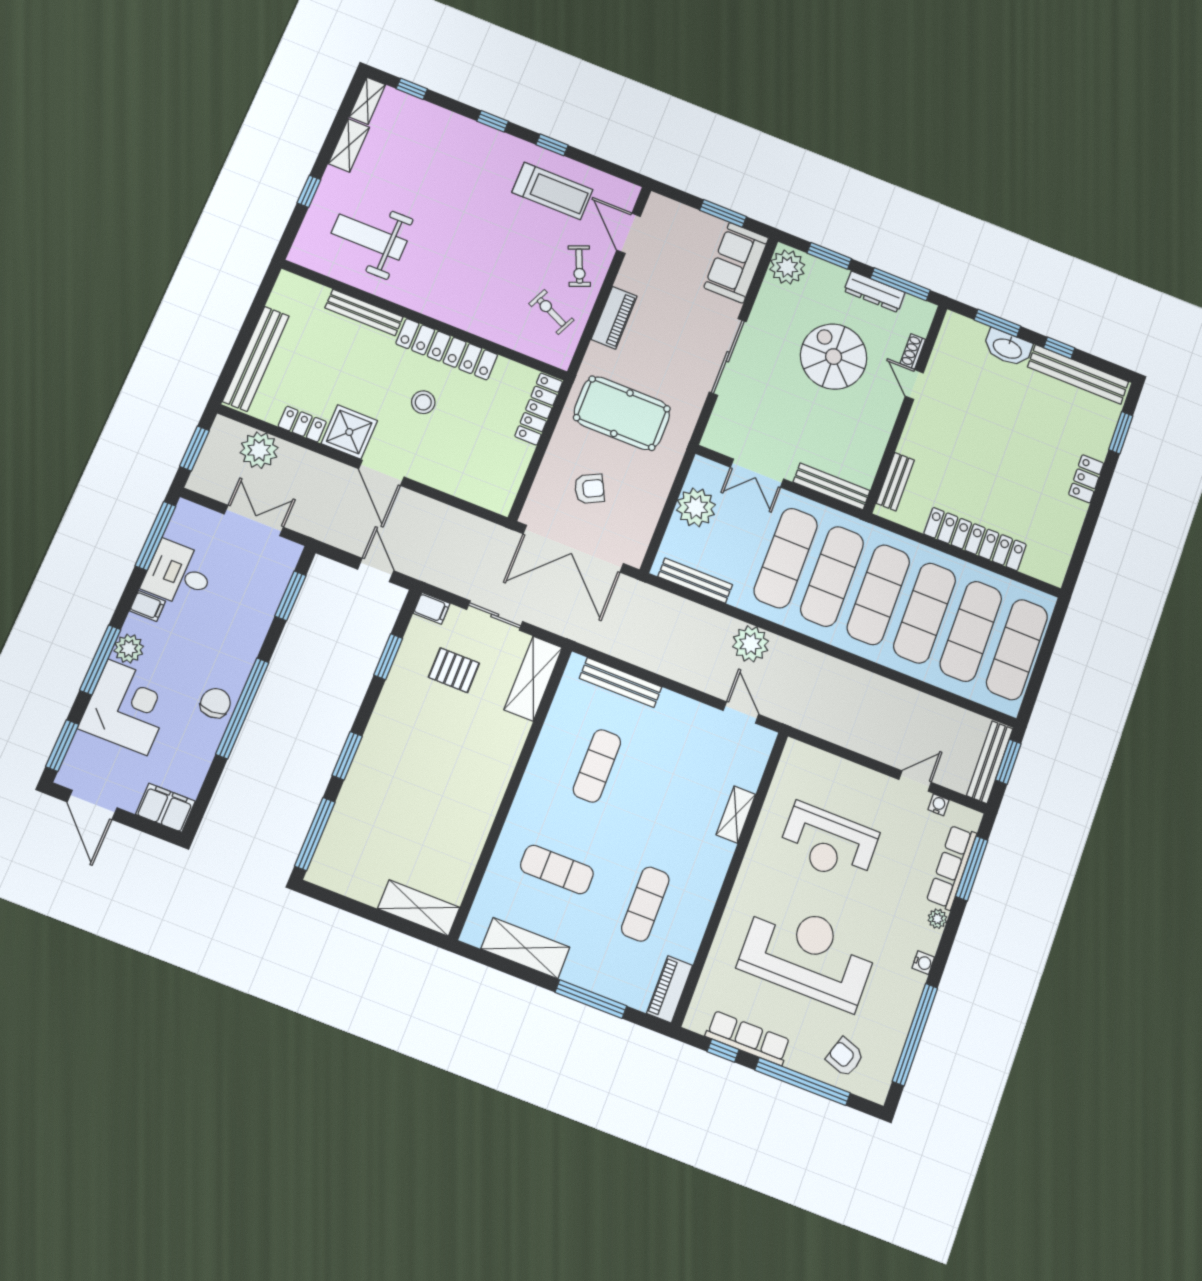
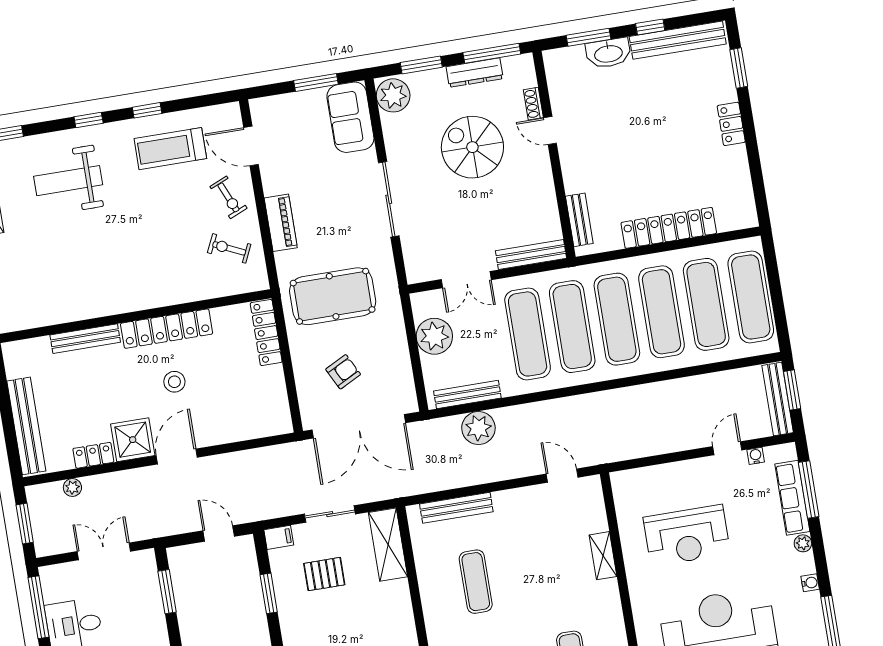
treadmill: (552, 191) -> (170, 149), turned 180
weight bench: (369, 237) -> (68, 181), moved
plant: (259, 450) -> (72, 487), width x0.53, depth x0.53
door: (381, 473) -> (177, 456), swing flipped
plant: (751, 644) -> (478, 428), moved

